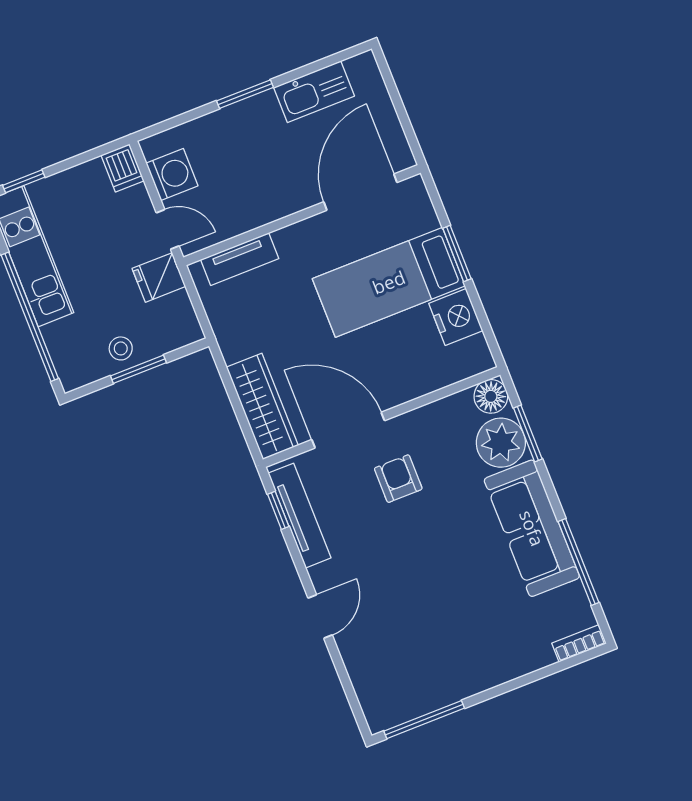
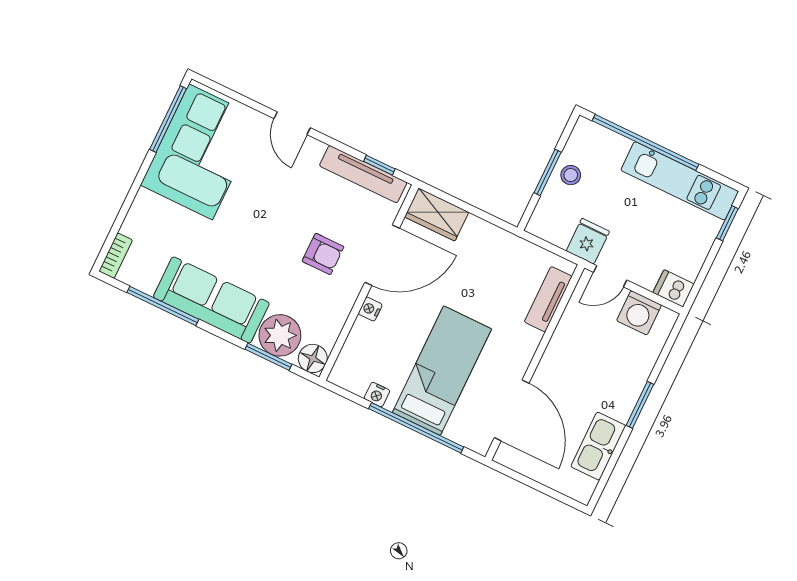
window: (457, 254) -> (416, 428), width x2.11
nightstand: (456, 317) -> (377, 395), width x0.53, depth x0.56
nightstand: (402, 393) -> (370, 309), added
wardrobe: (262, 406) -> (437, 215), width x0.67
corner sofa: (422, 665) -> (201, 152), added

